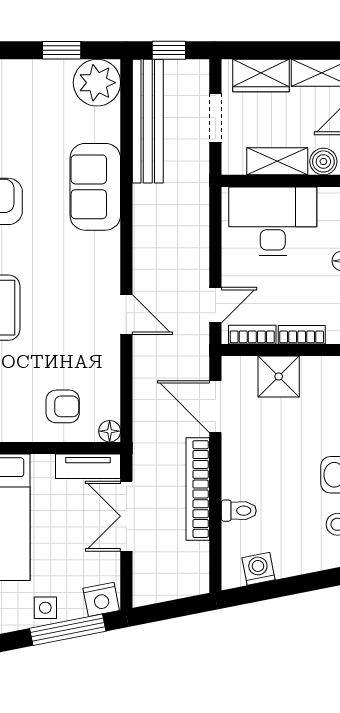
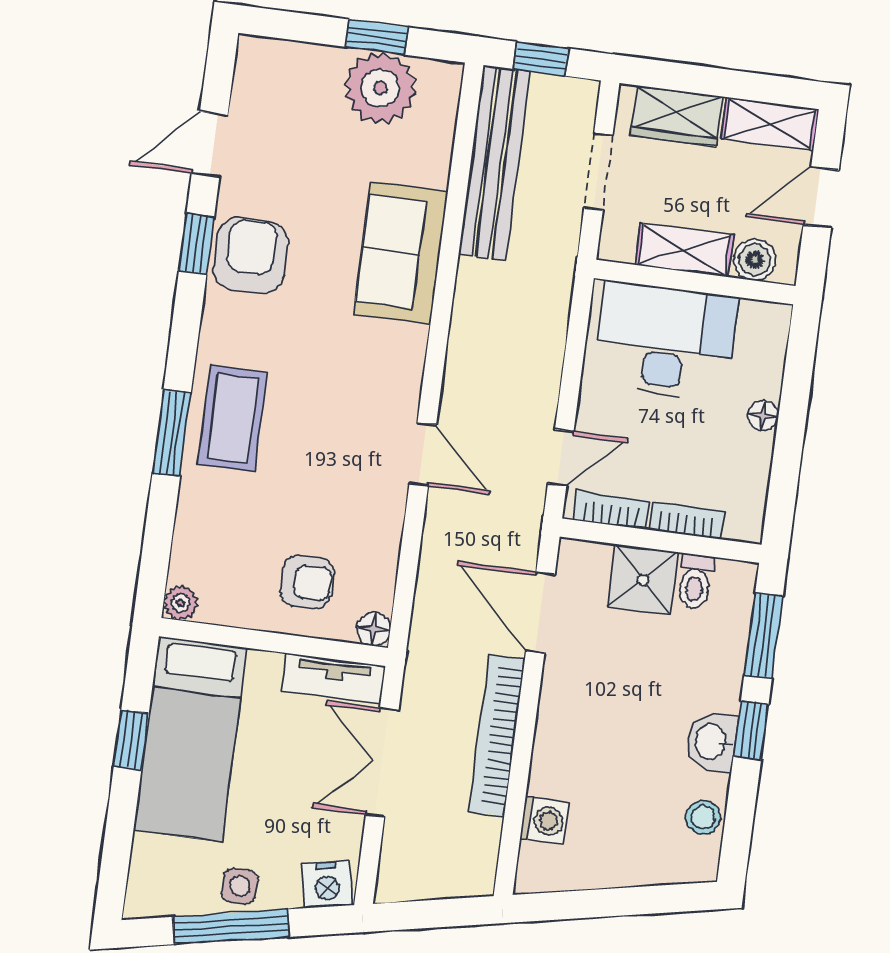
plant: (97, 83) -> (380, 88), moved
toilet: (239, 511) -> (695, 582), moved, turned 90
washing machine: (258, 569) -> (544, 820), moved, turned 101
window: (68, 630) -> (231, 927), moved

